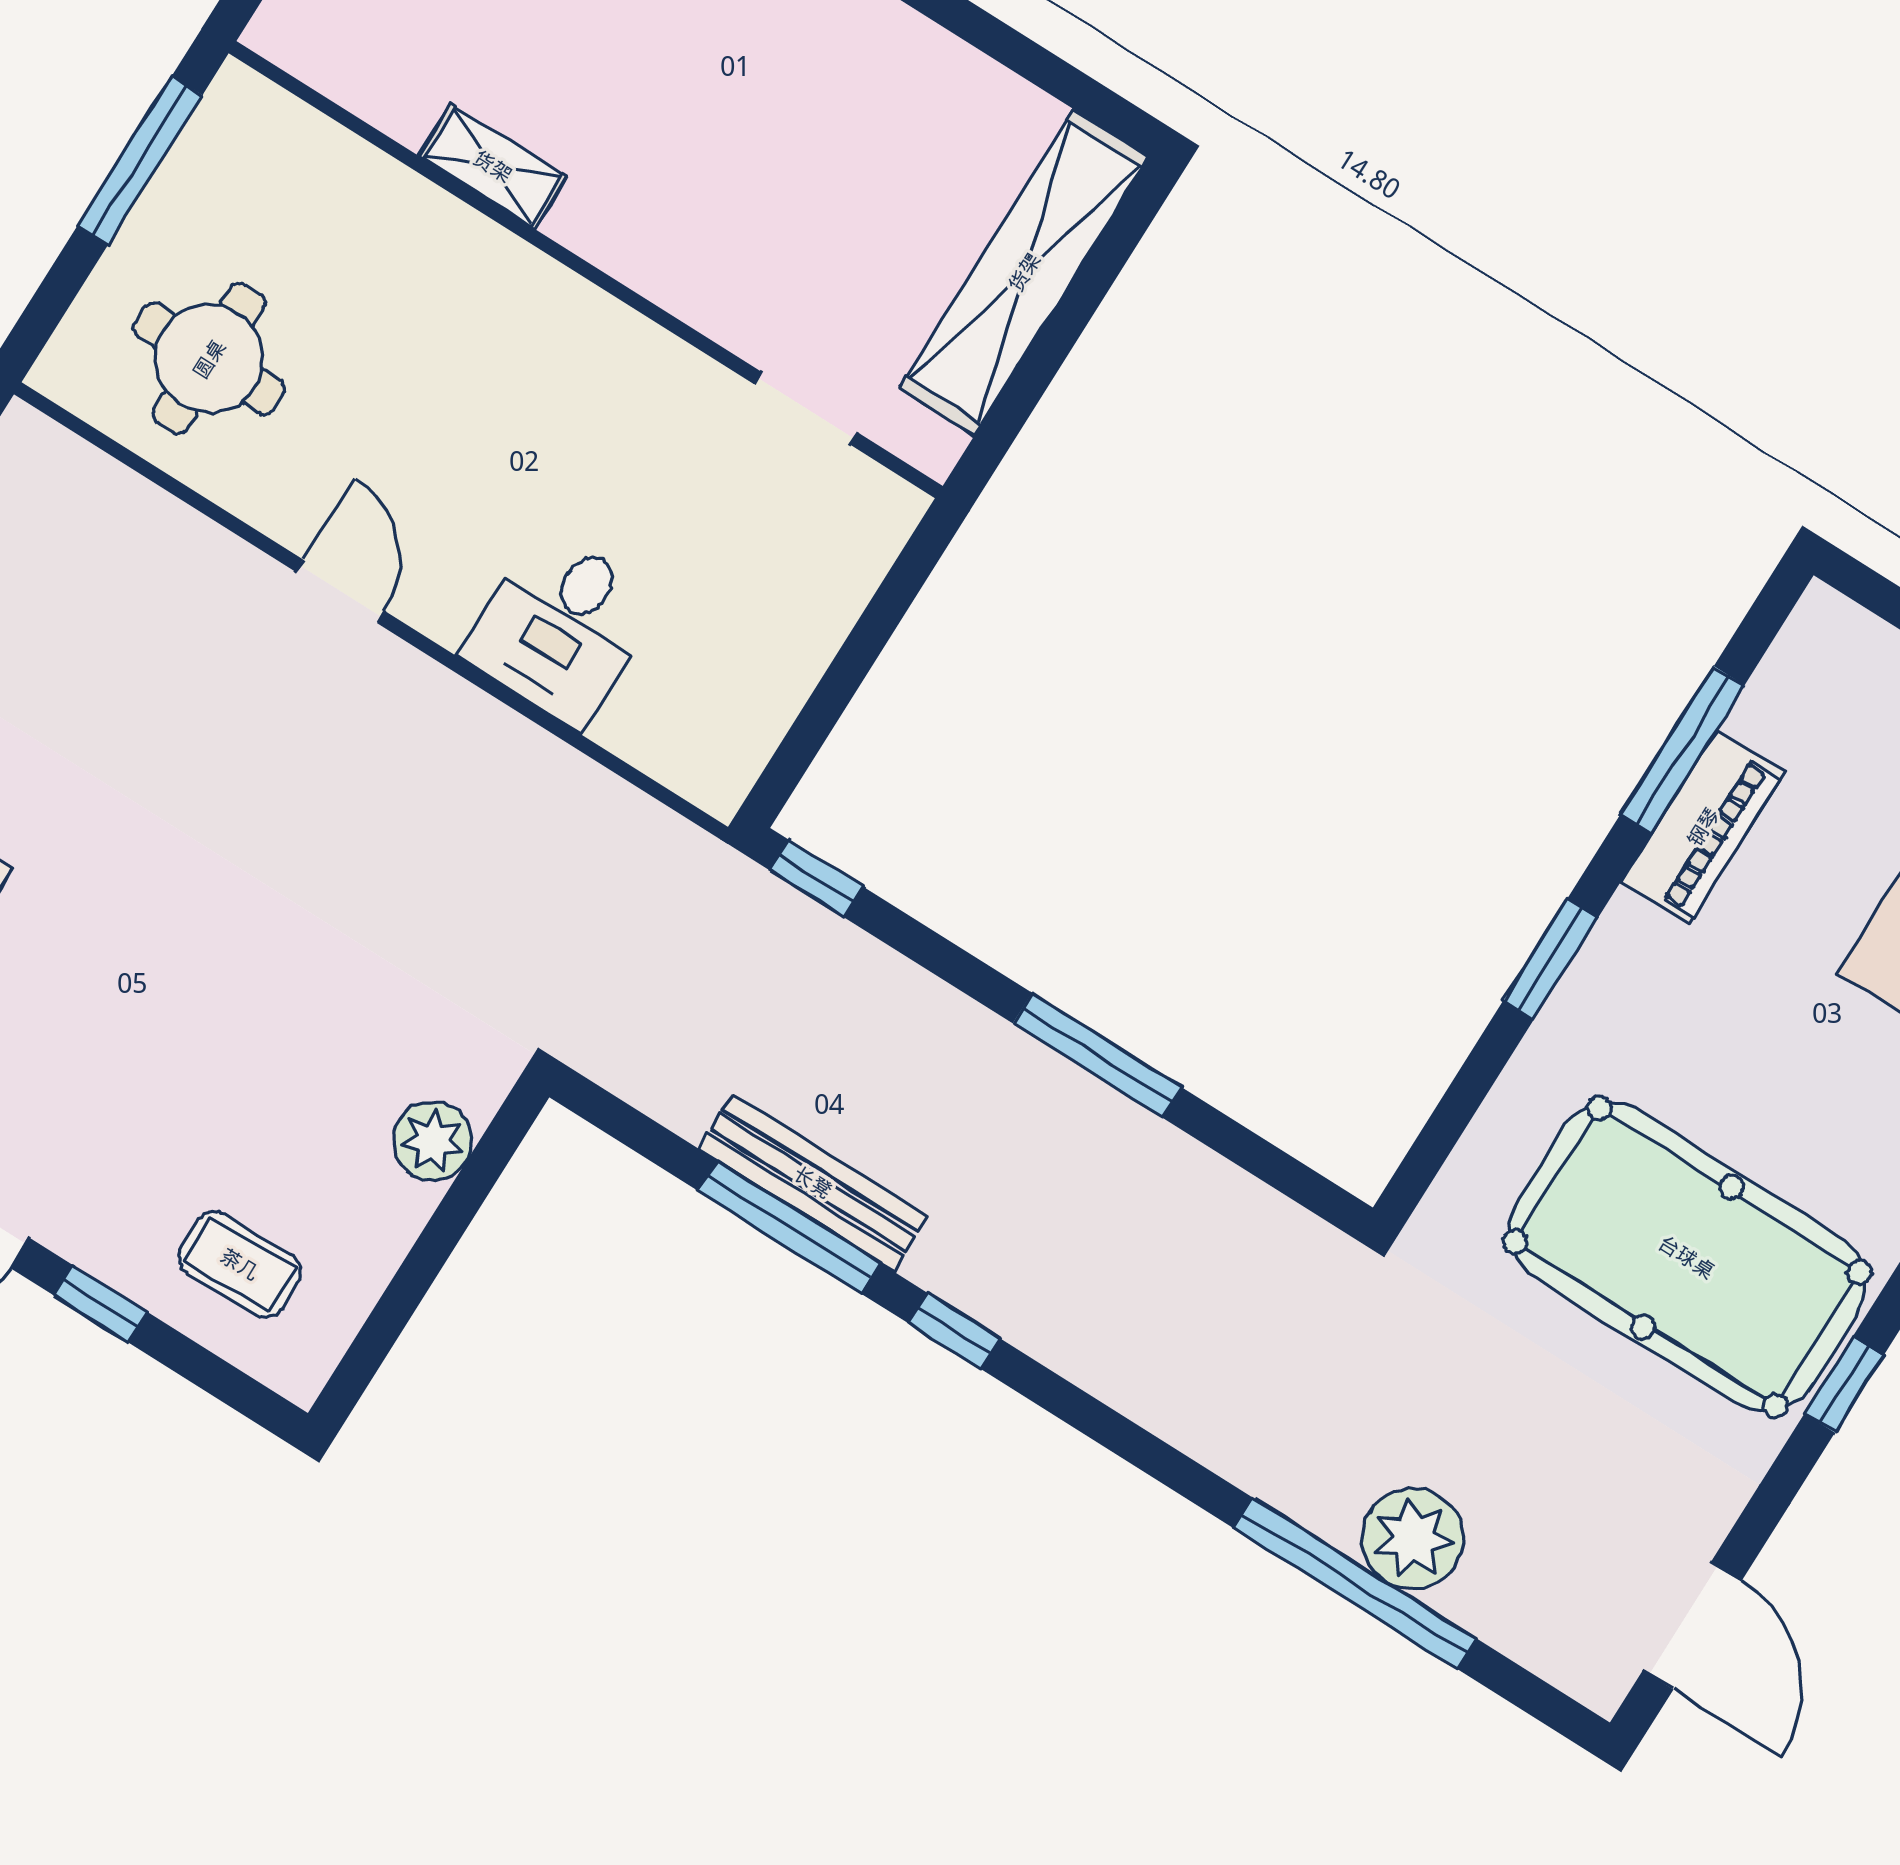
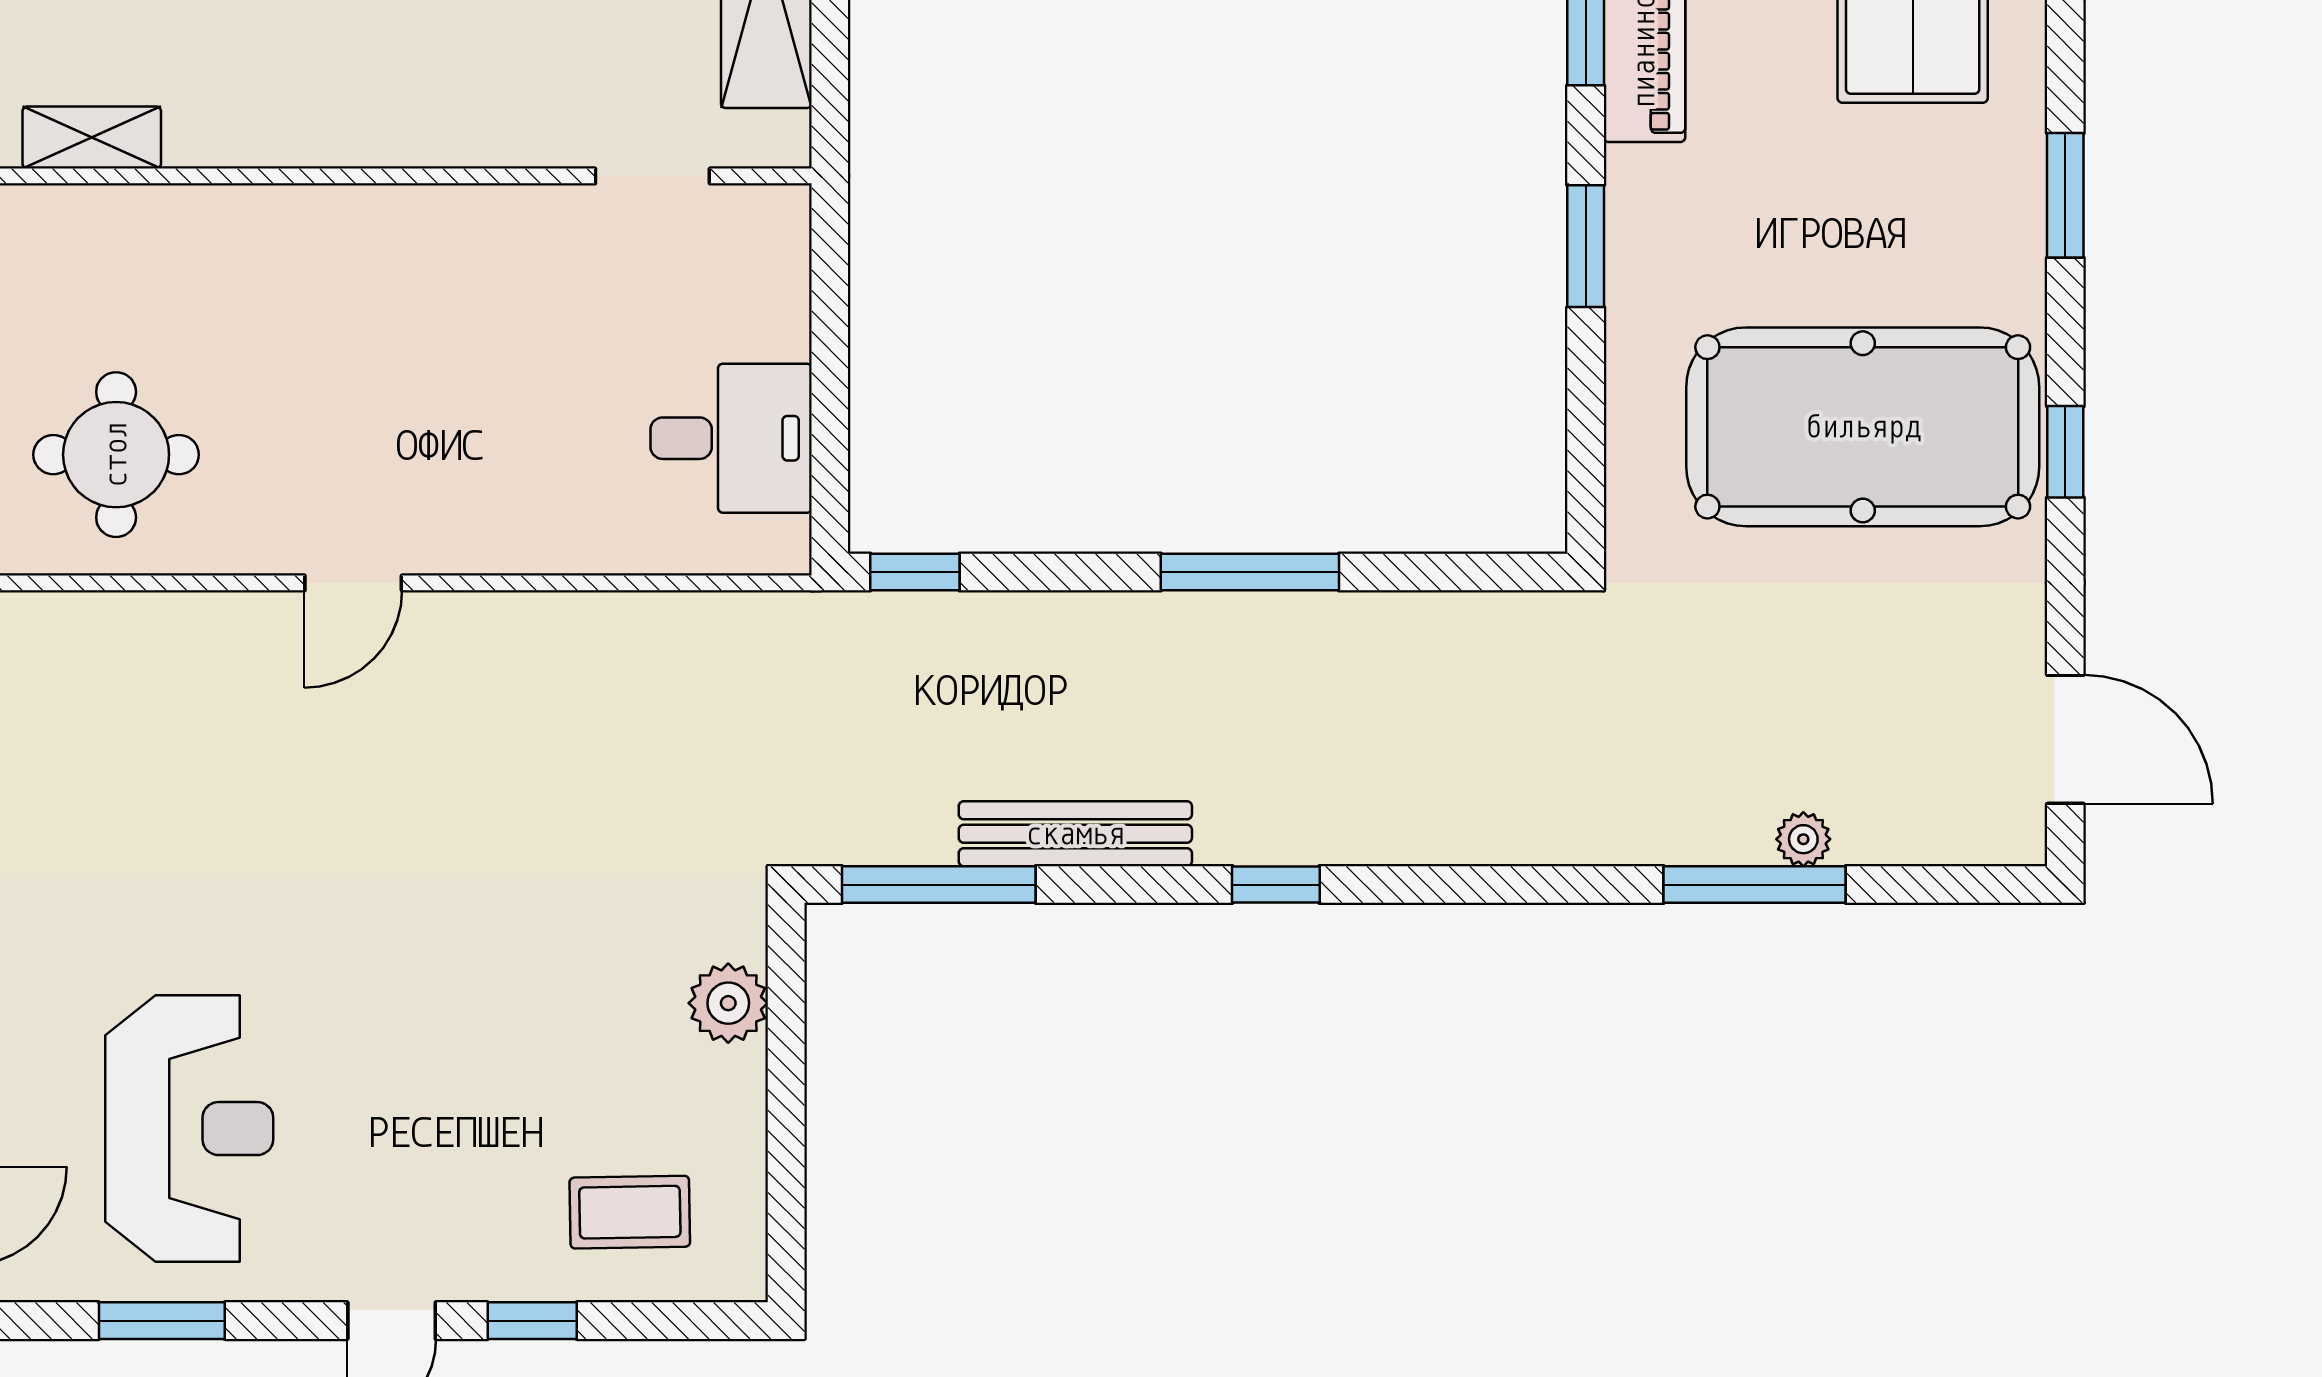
shelving: (493, 166) -> (92, 137), moved
door: (340, 591) -> (353, 583), swing flipped
desk: (561, 627) -> (731, 438), moved, turned -90
window: (789, 1227) -> (939, 885), moved
plant: (1413, 1539) -> (1803, 839), width x0.53, depth x0.53
window: (1355, 1583) -> (1755, 885), width x0.68

